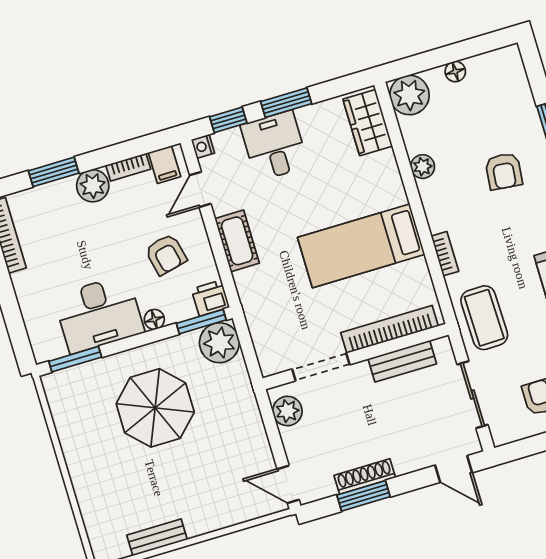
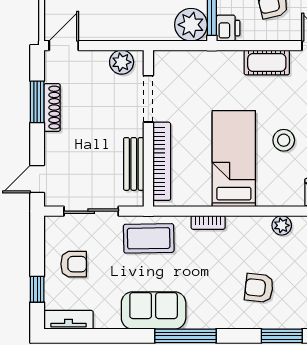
stool: (322, 194) -> (284, 140), added

